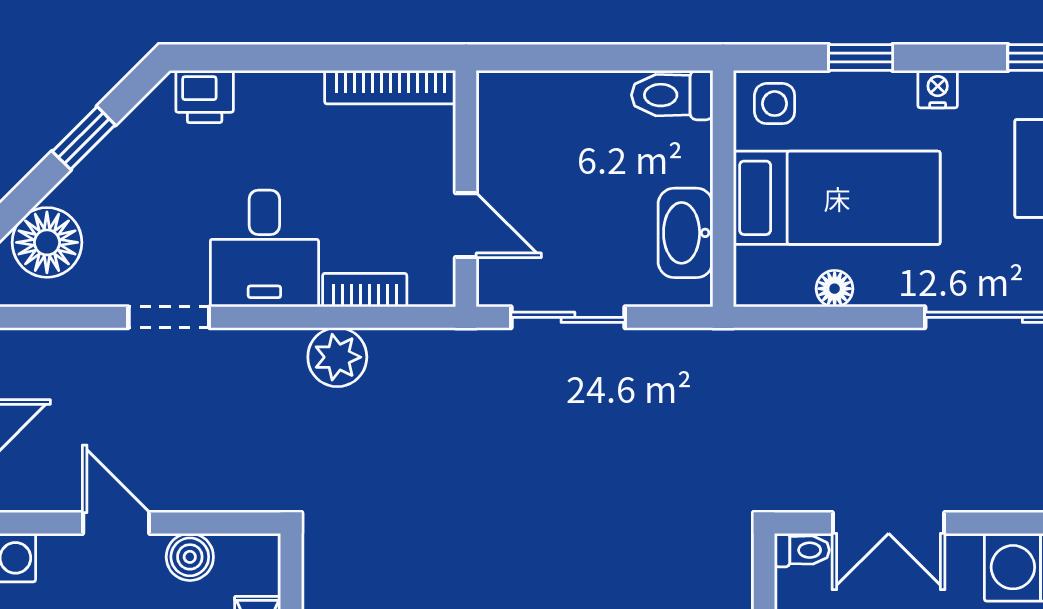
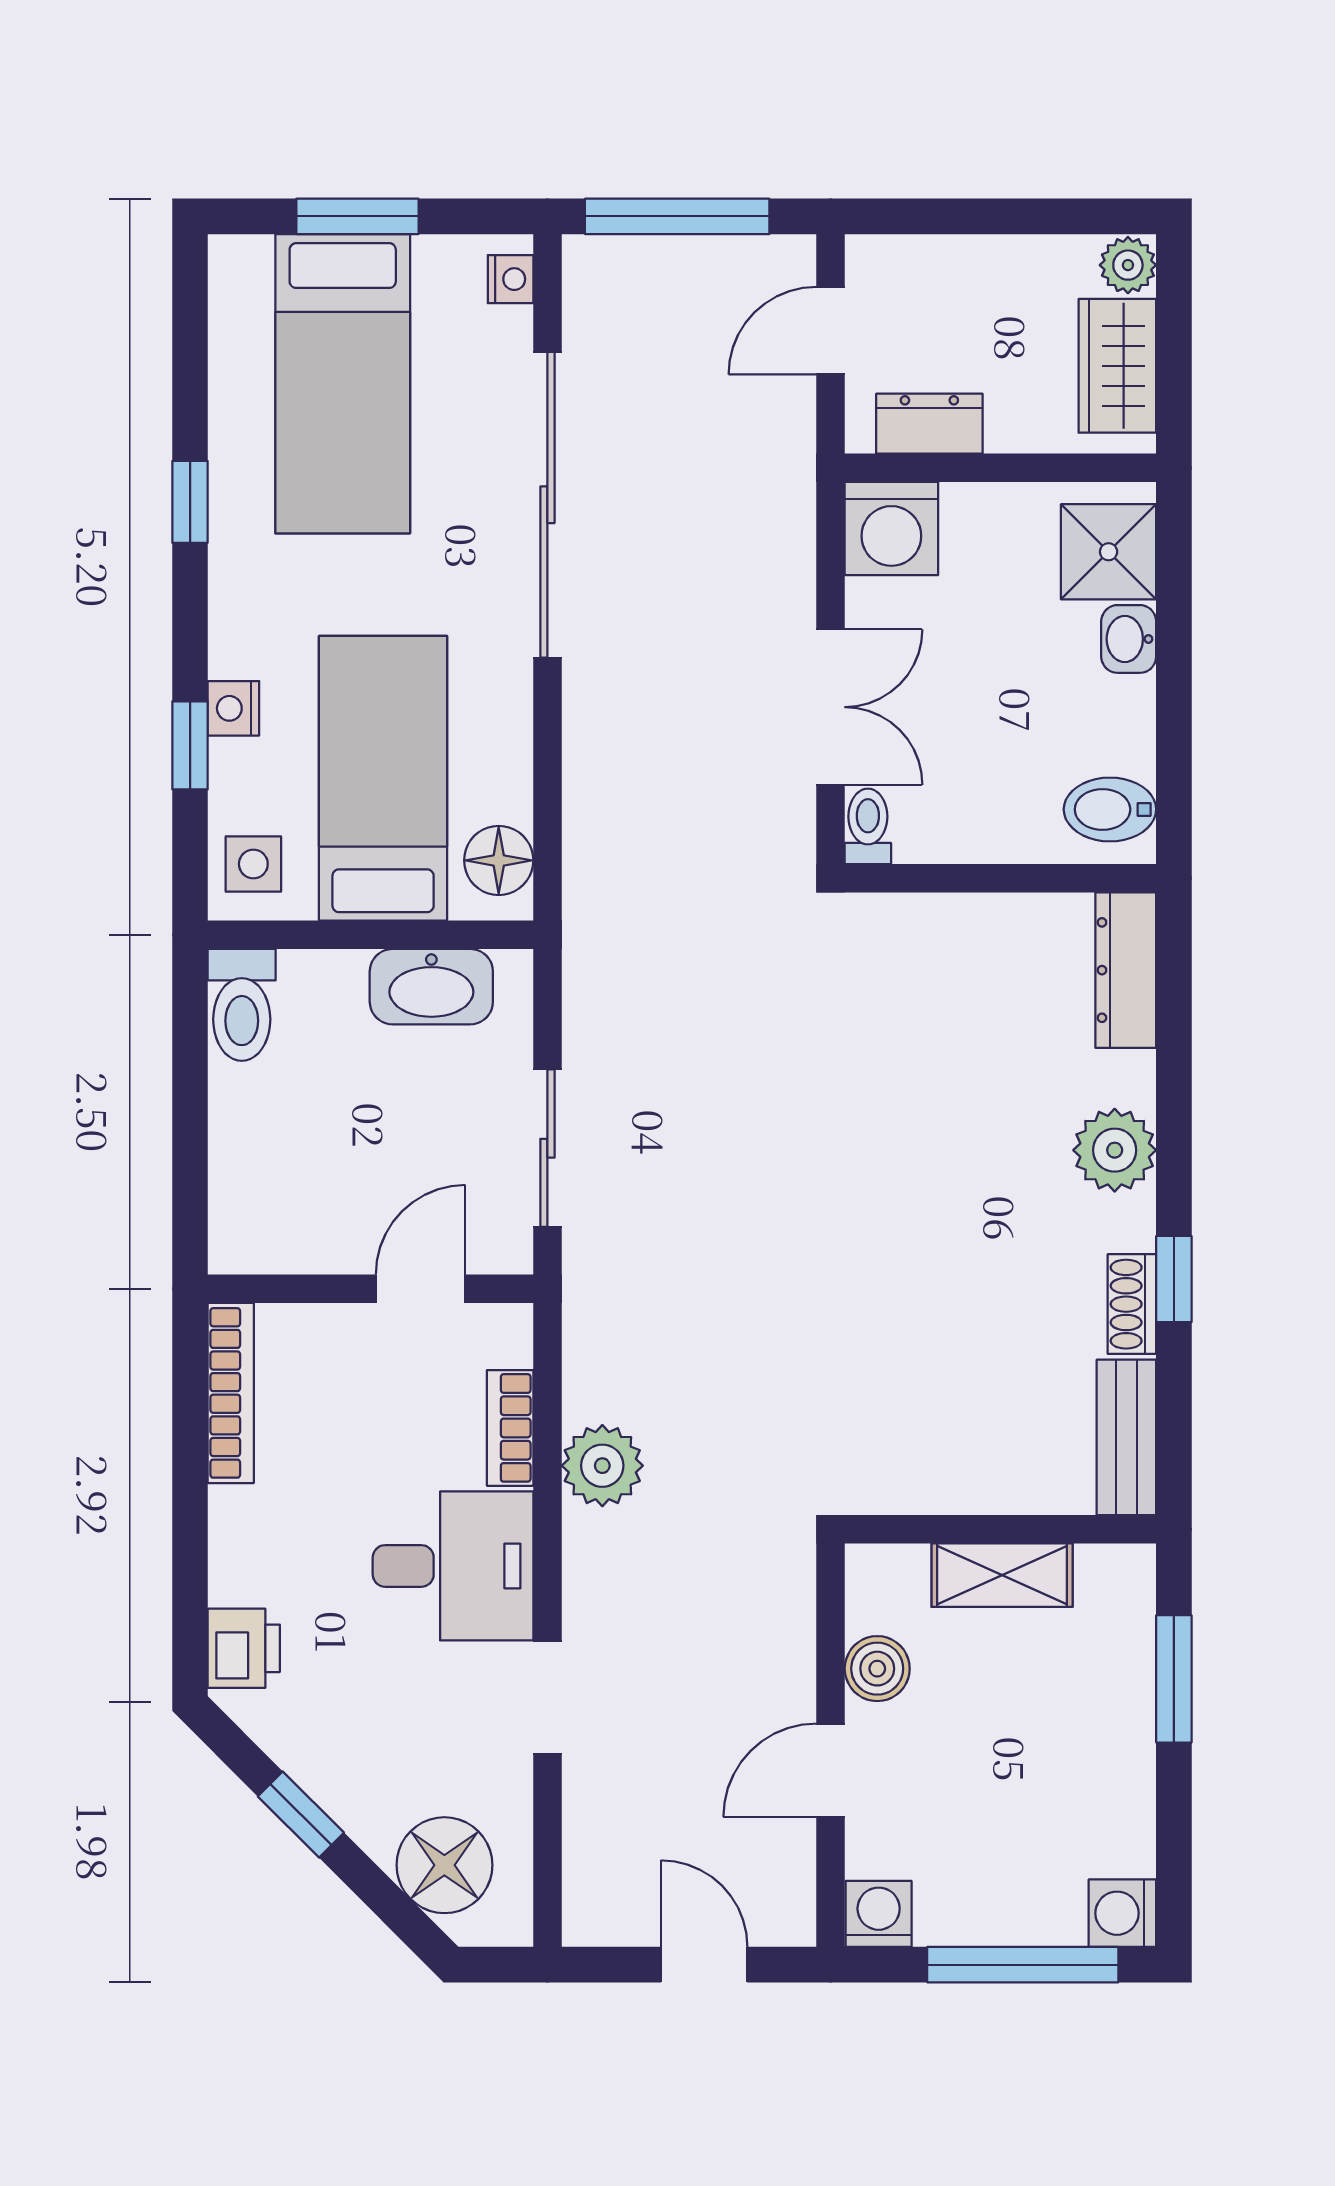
nightstand: (938, 89) -> (233, 708), moved
floor lamp: (835, 289) -> (499, 860), moved, width x1.37, depth x1.37

